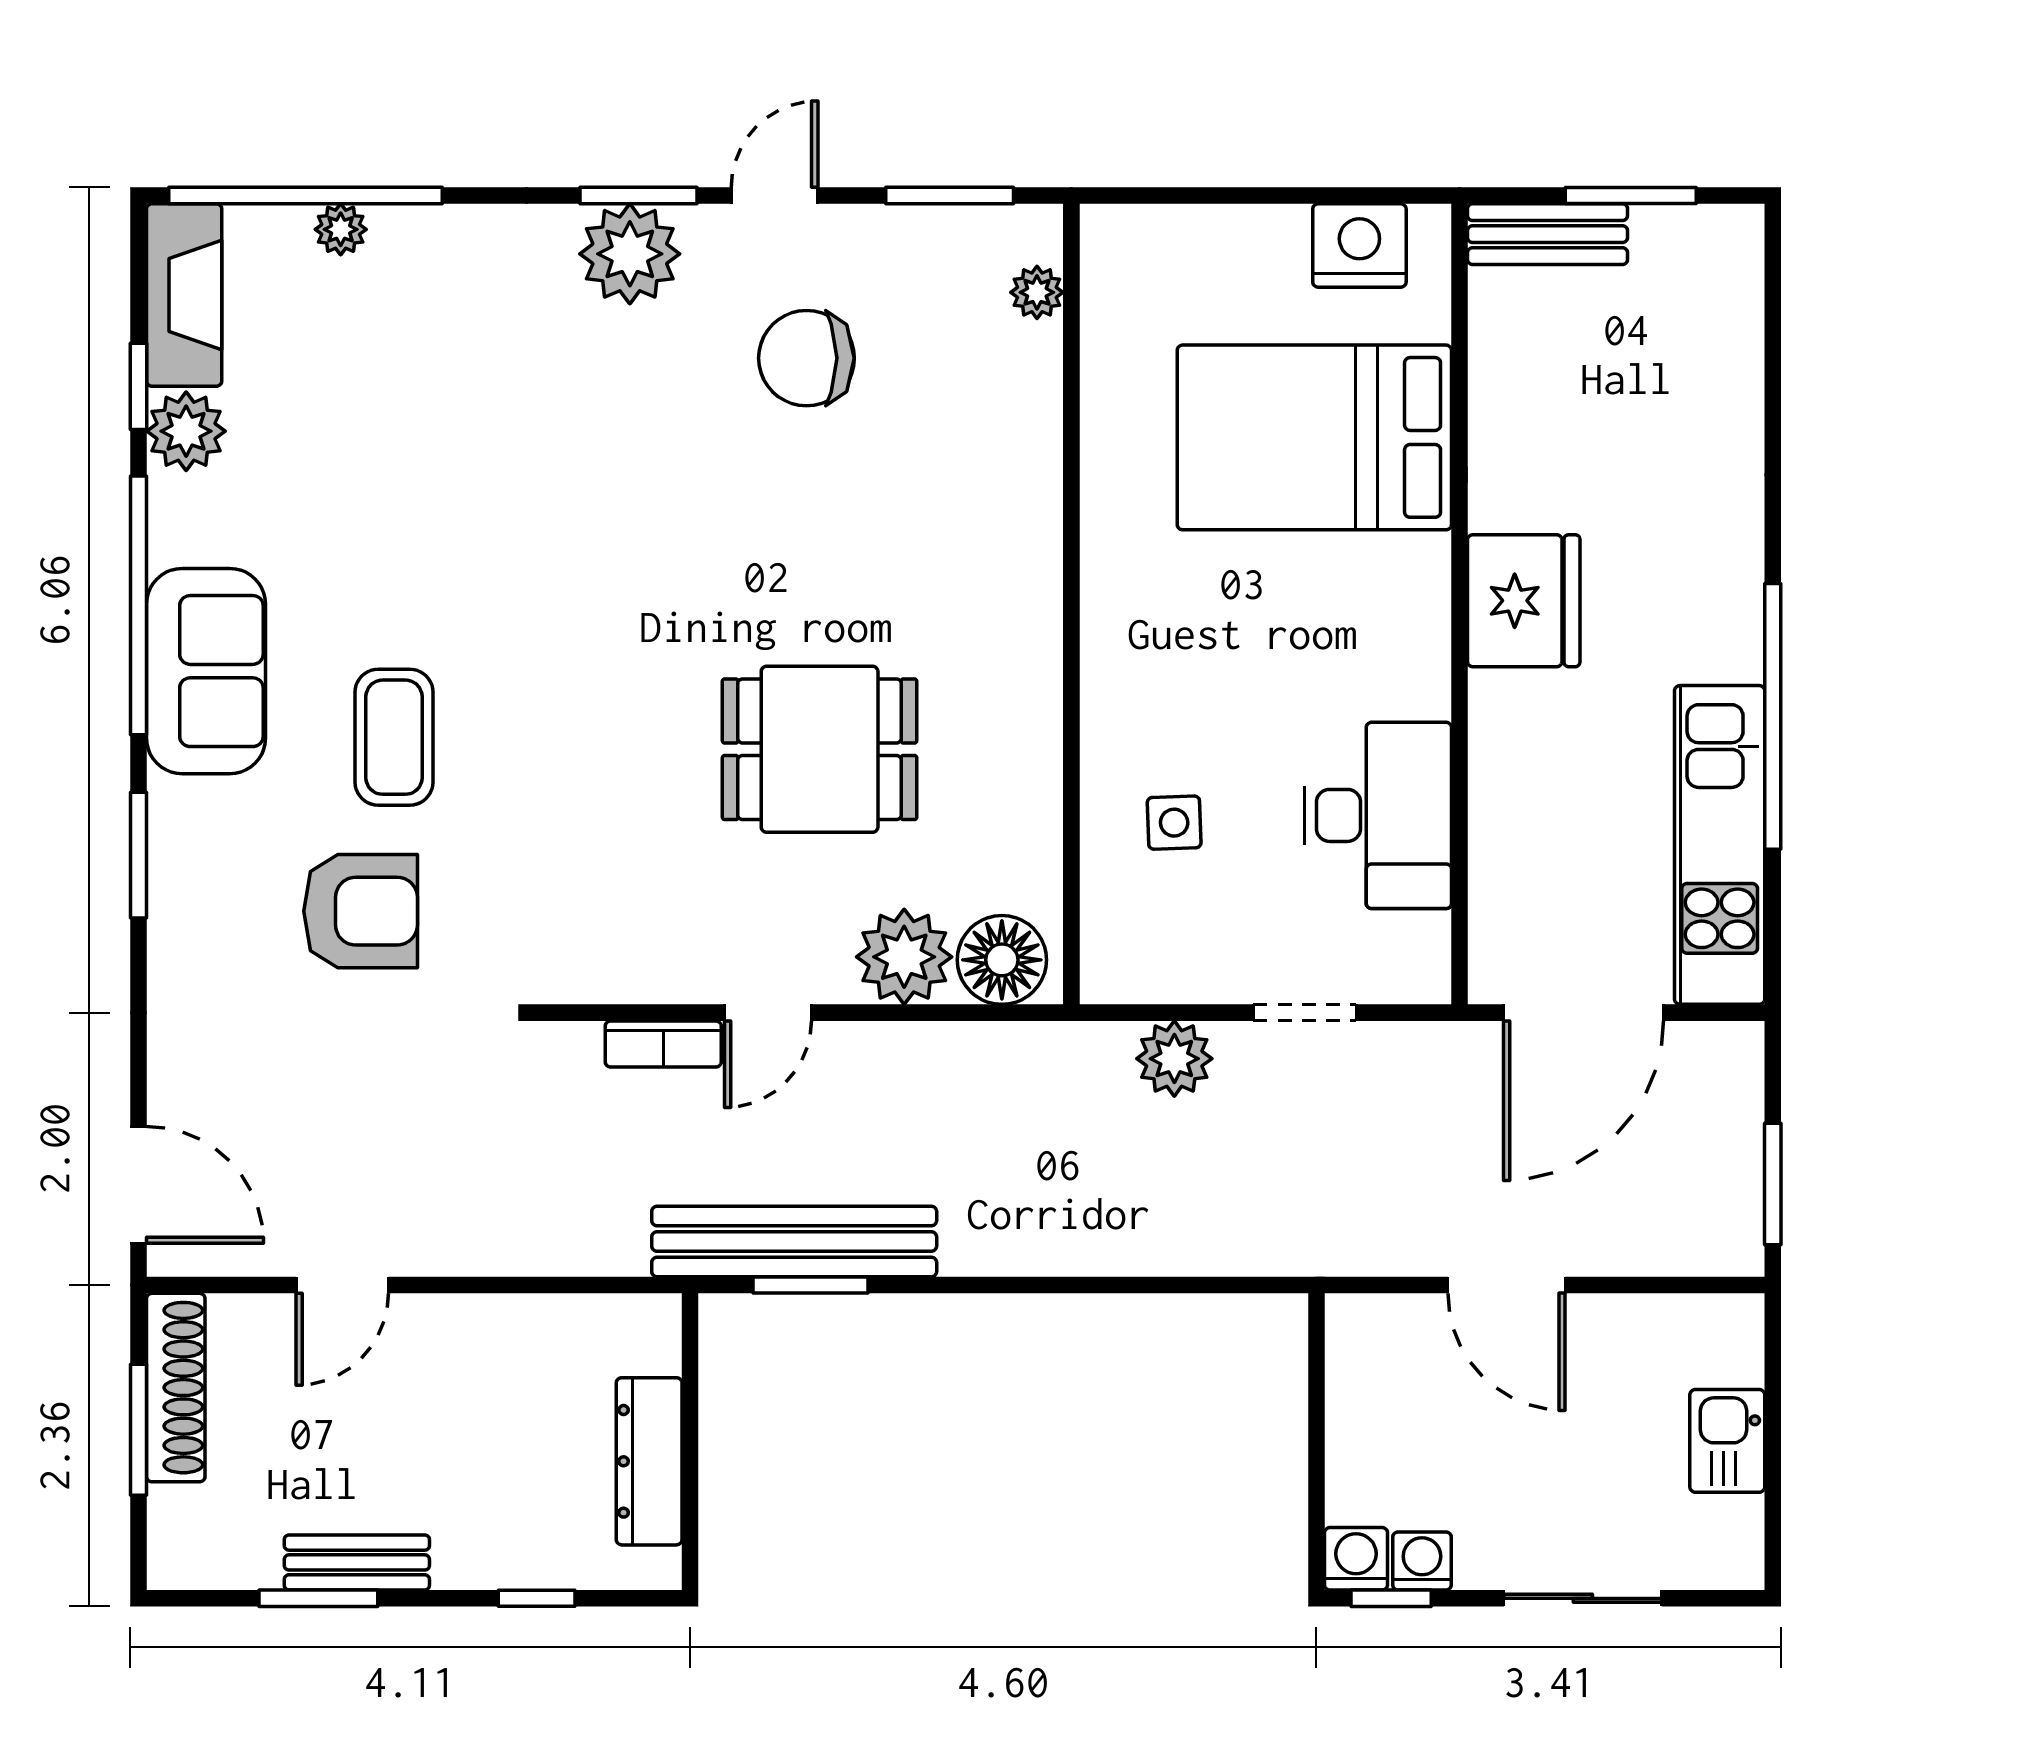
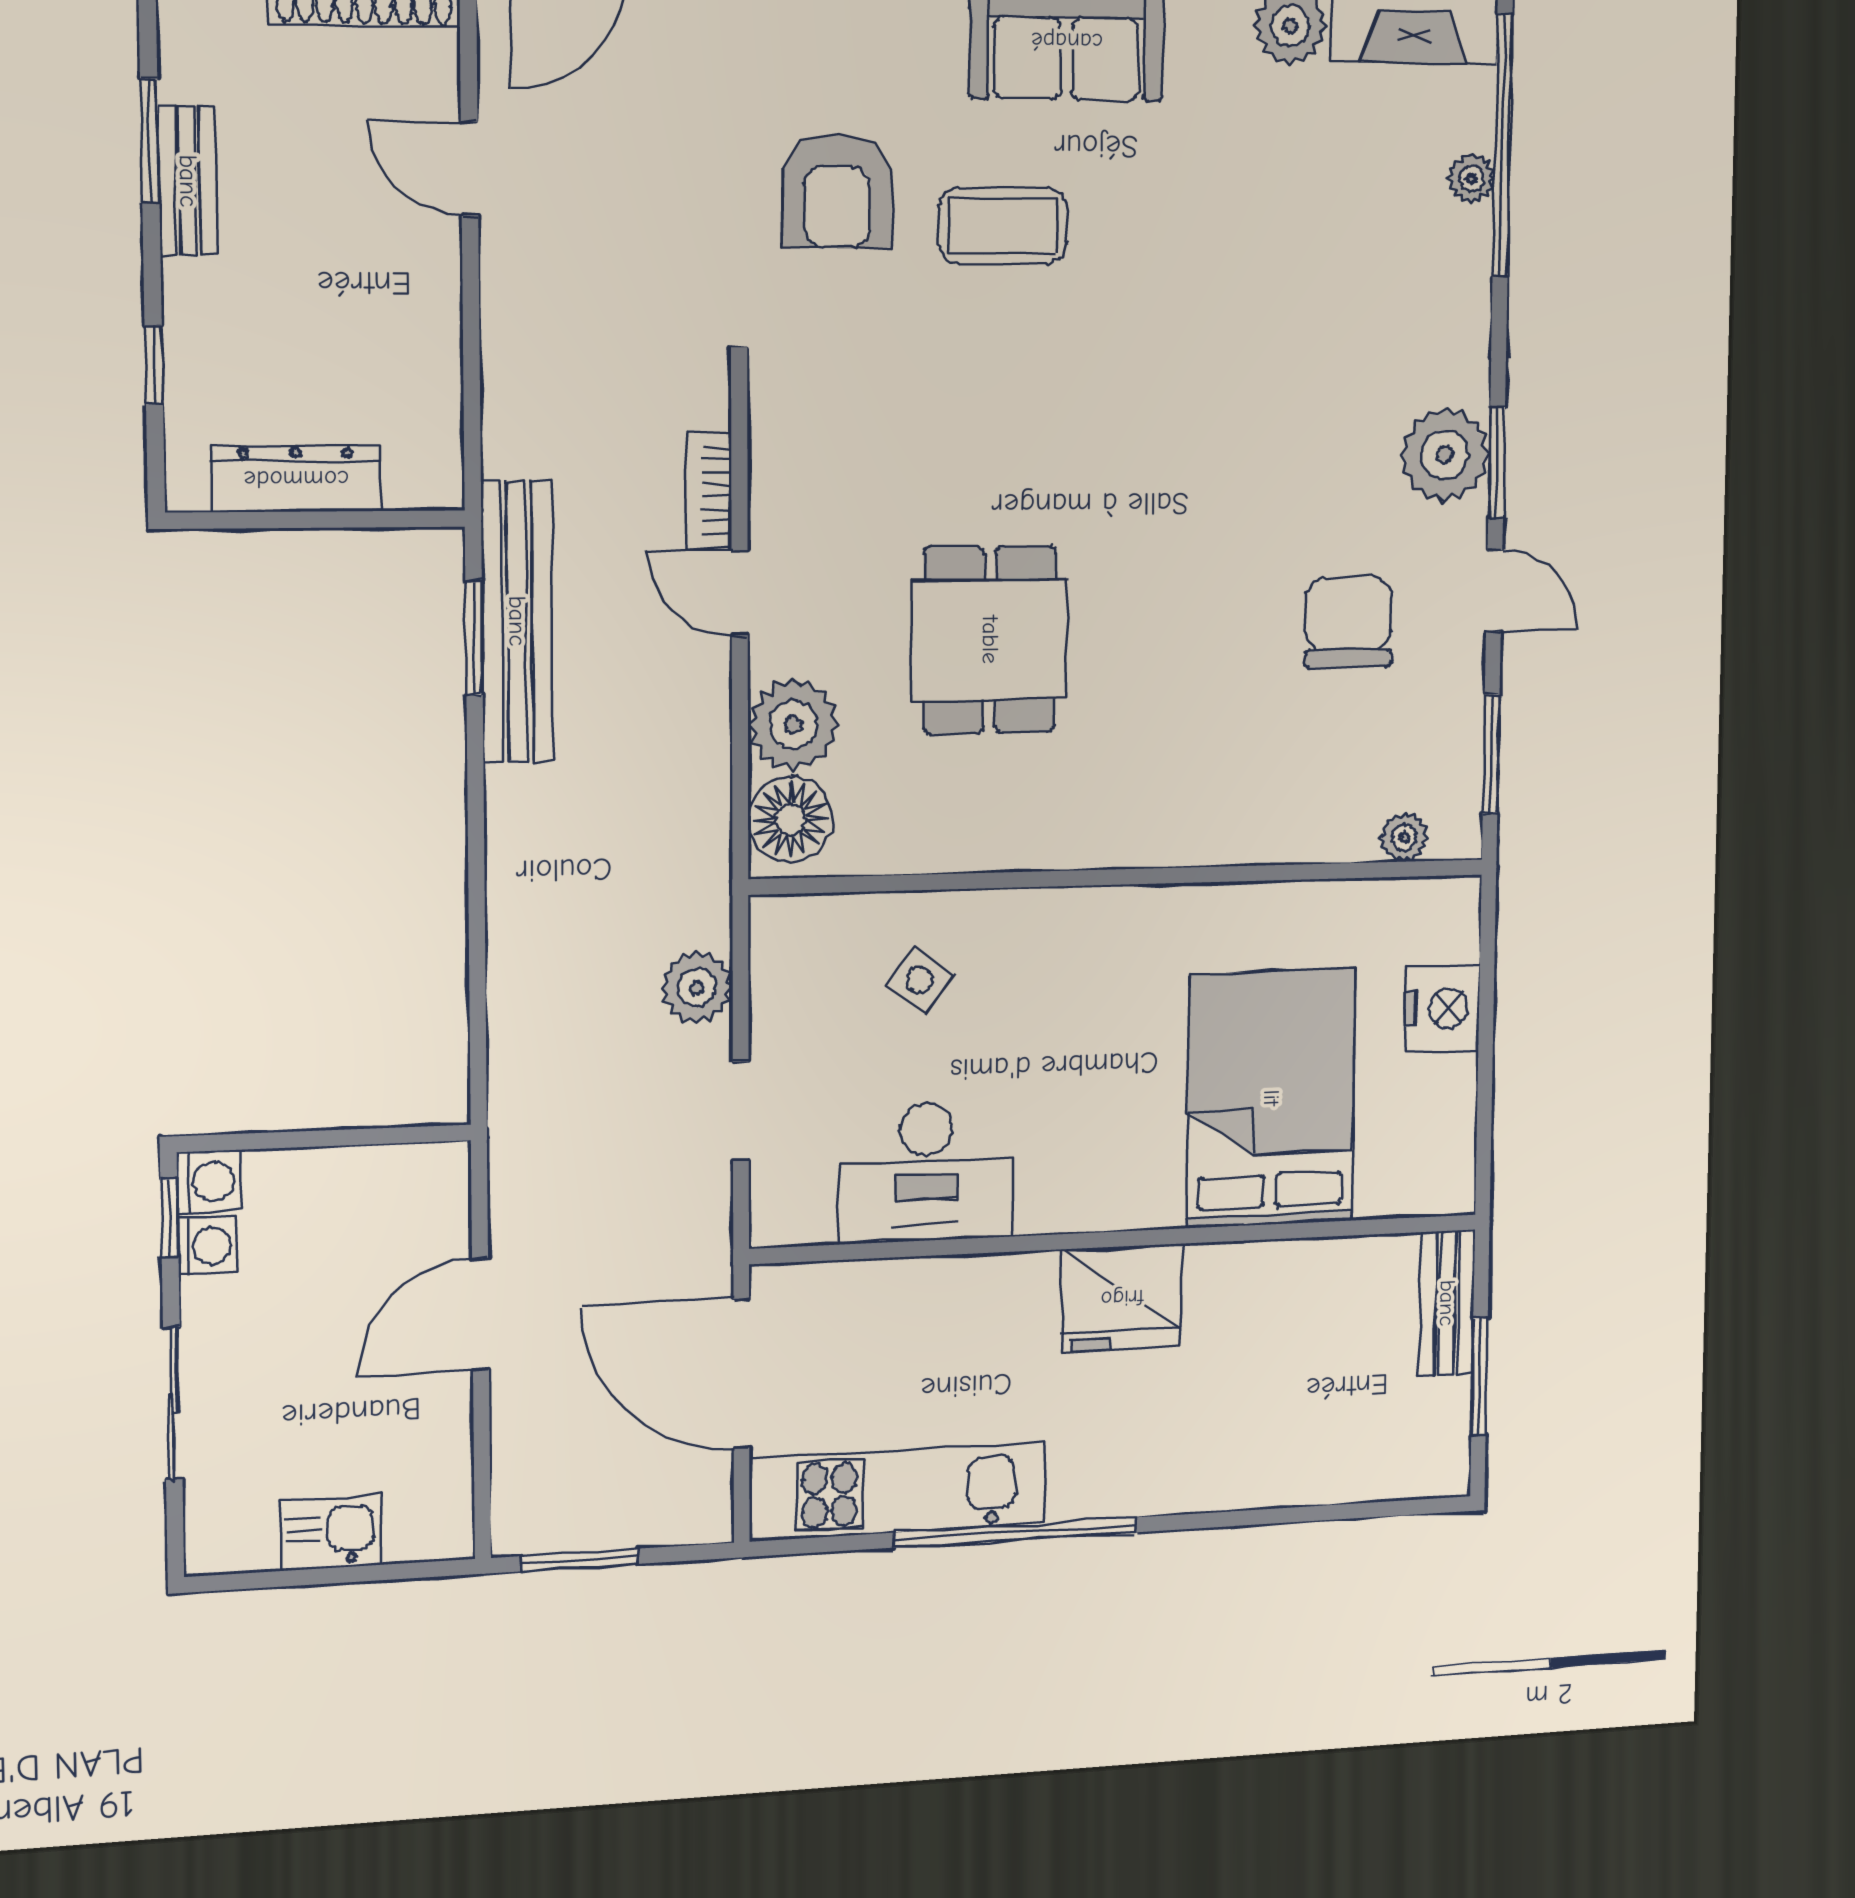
nightstand: (1359, 245) -> (1442, 1008), moved
side table: (1174, 823) -> (920, 980), turned 38

